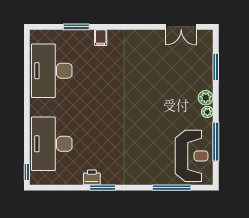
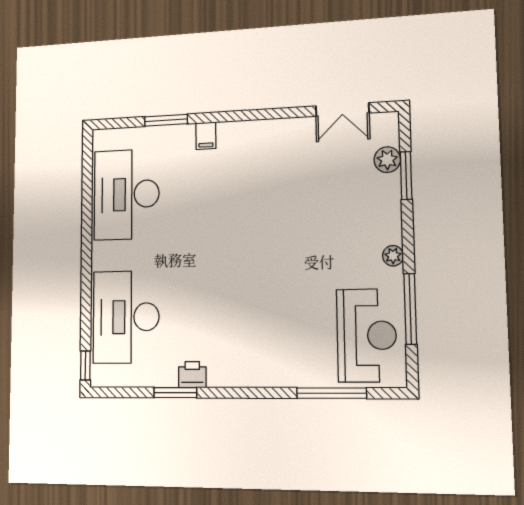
plant: (206, 98) -> (387, 160), moved
window: (103, 188) -> (175, 393), moved

